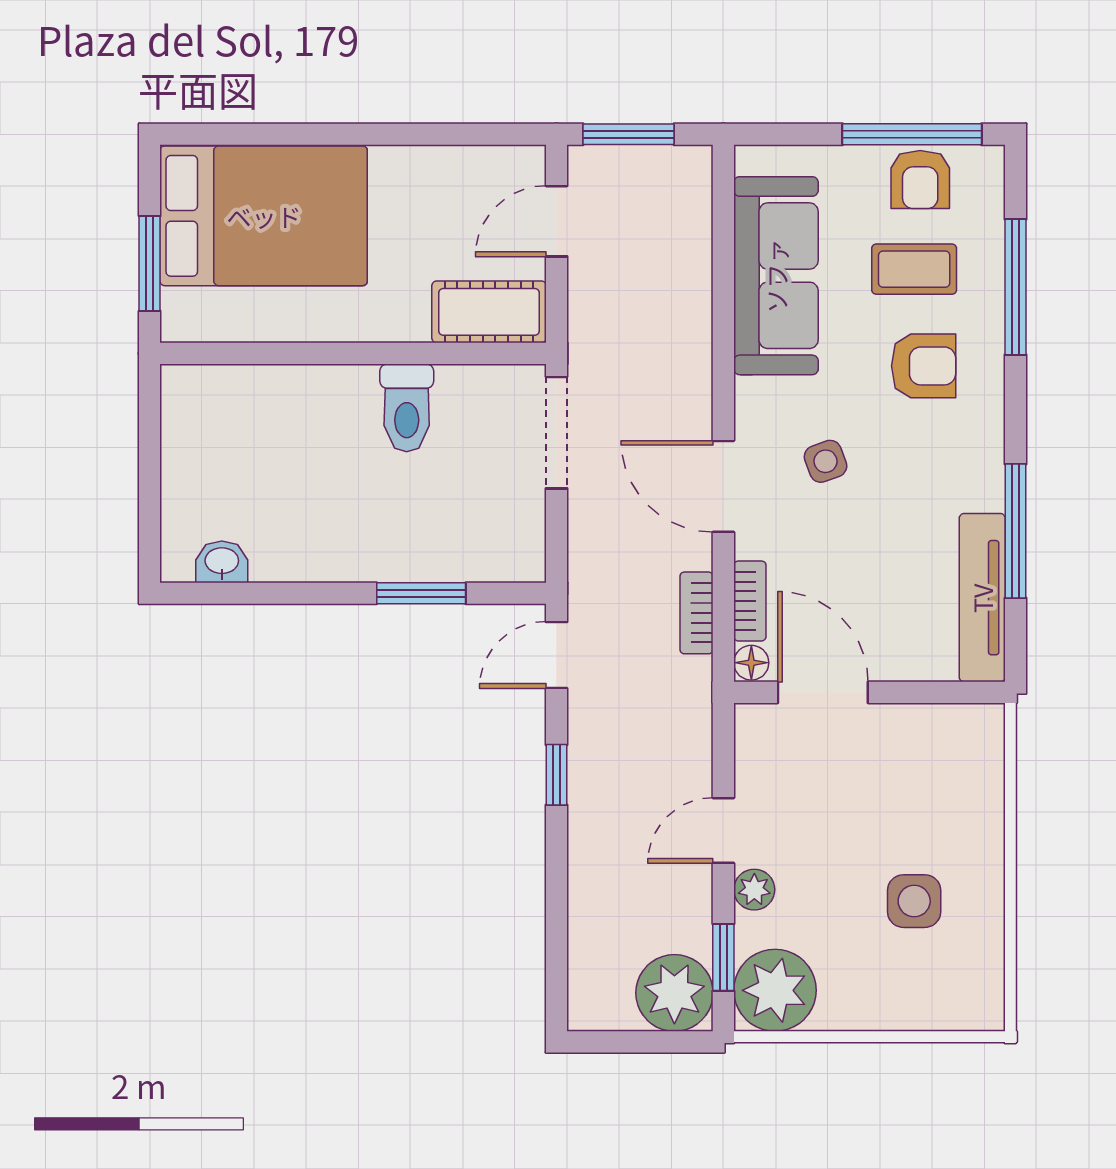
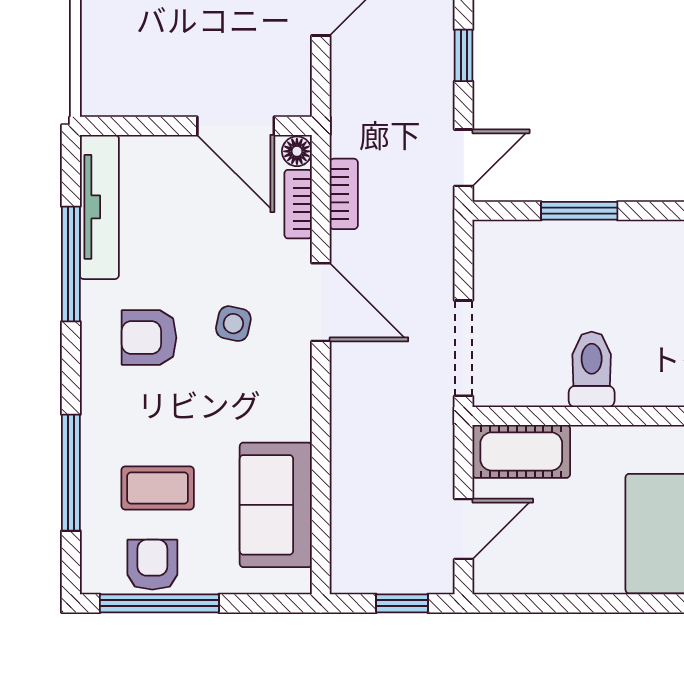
window: (628, 134) -> (402, 603), width x0.67
sofa: (776, 276) -> (276, 505), width x0.73
armchair: (924, 366) -> (149, 338), moved
side table: (826, 461) -> (233, 324), turned 32

